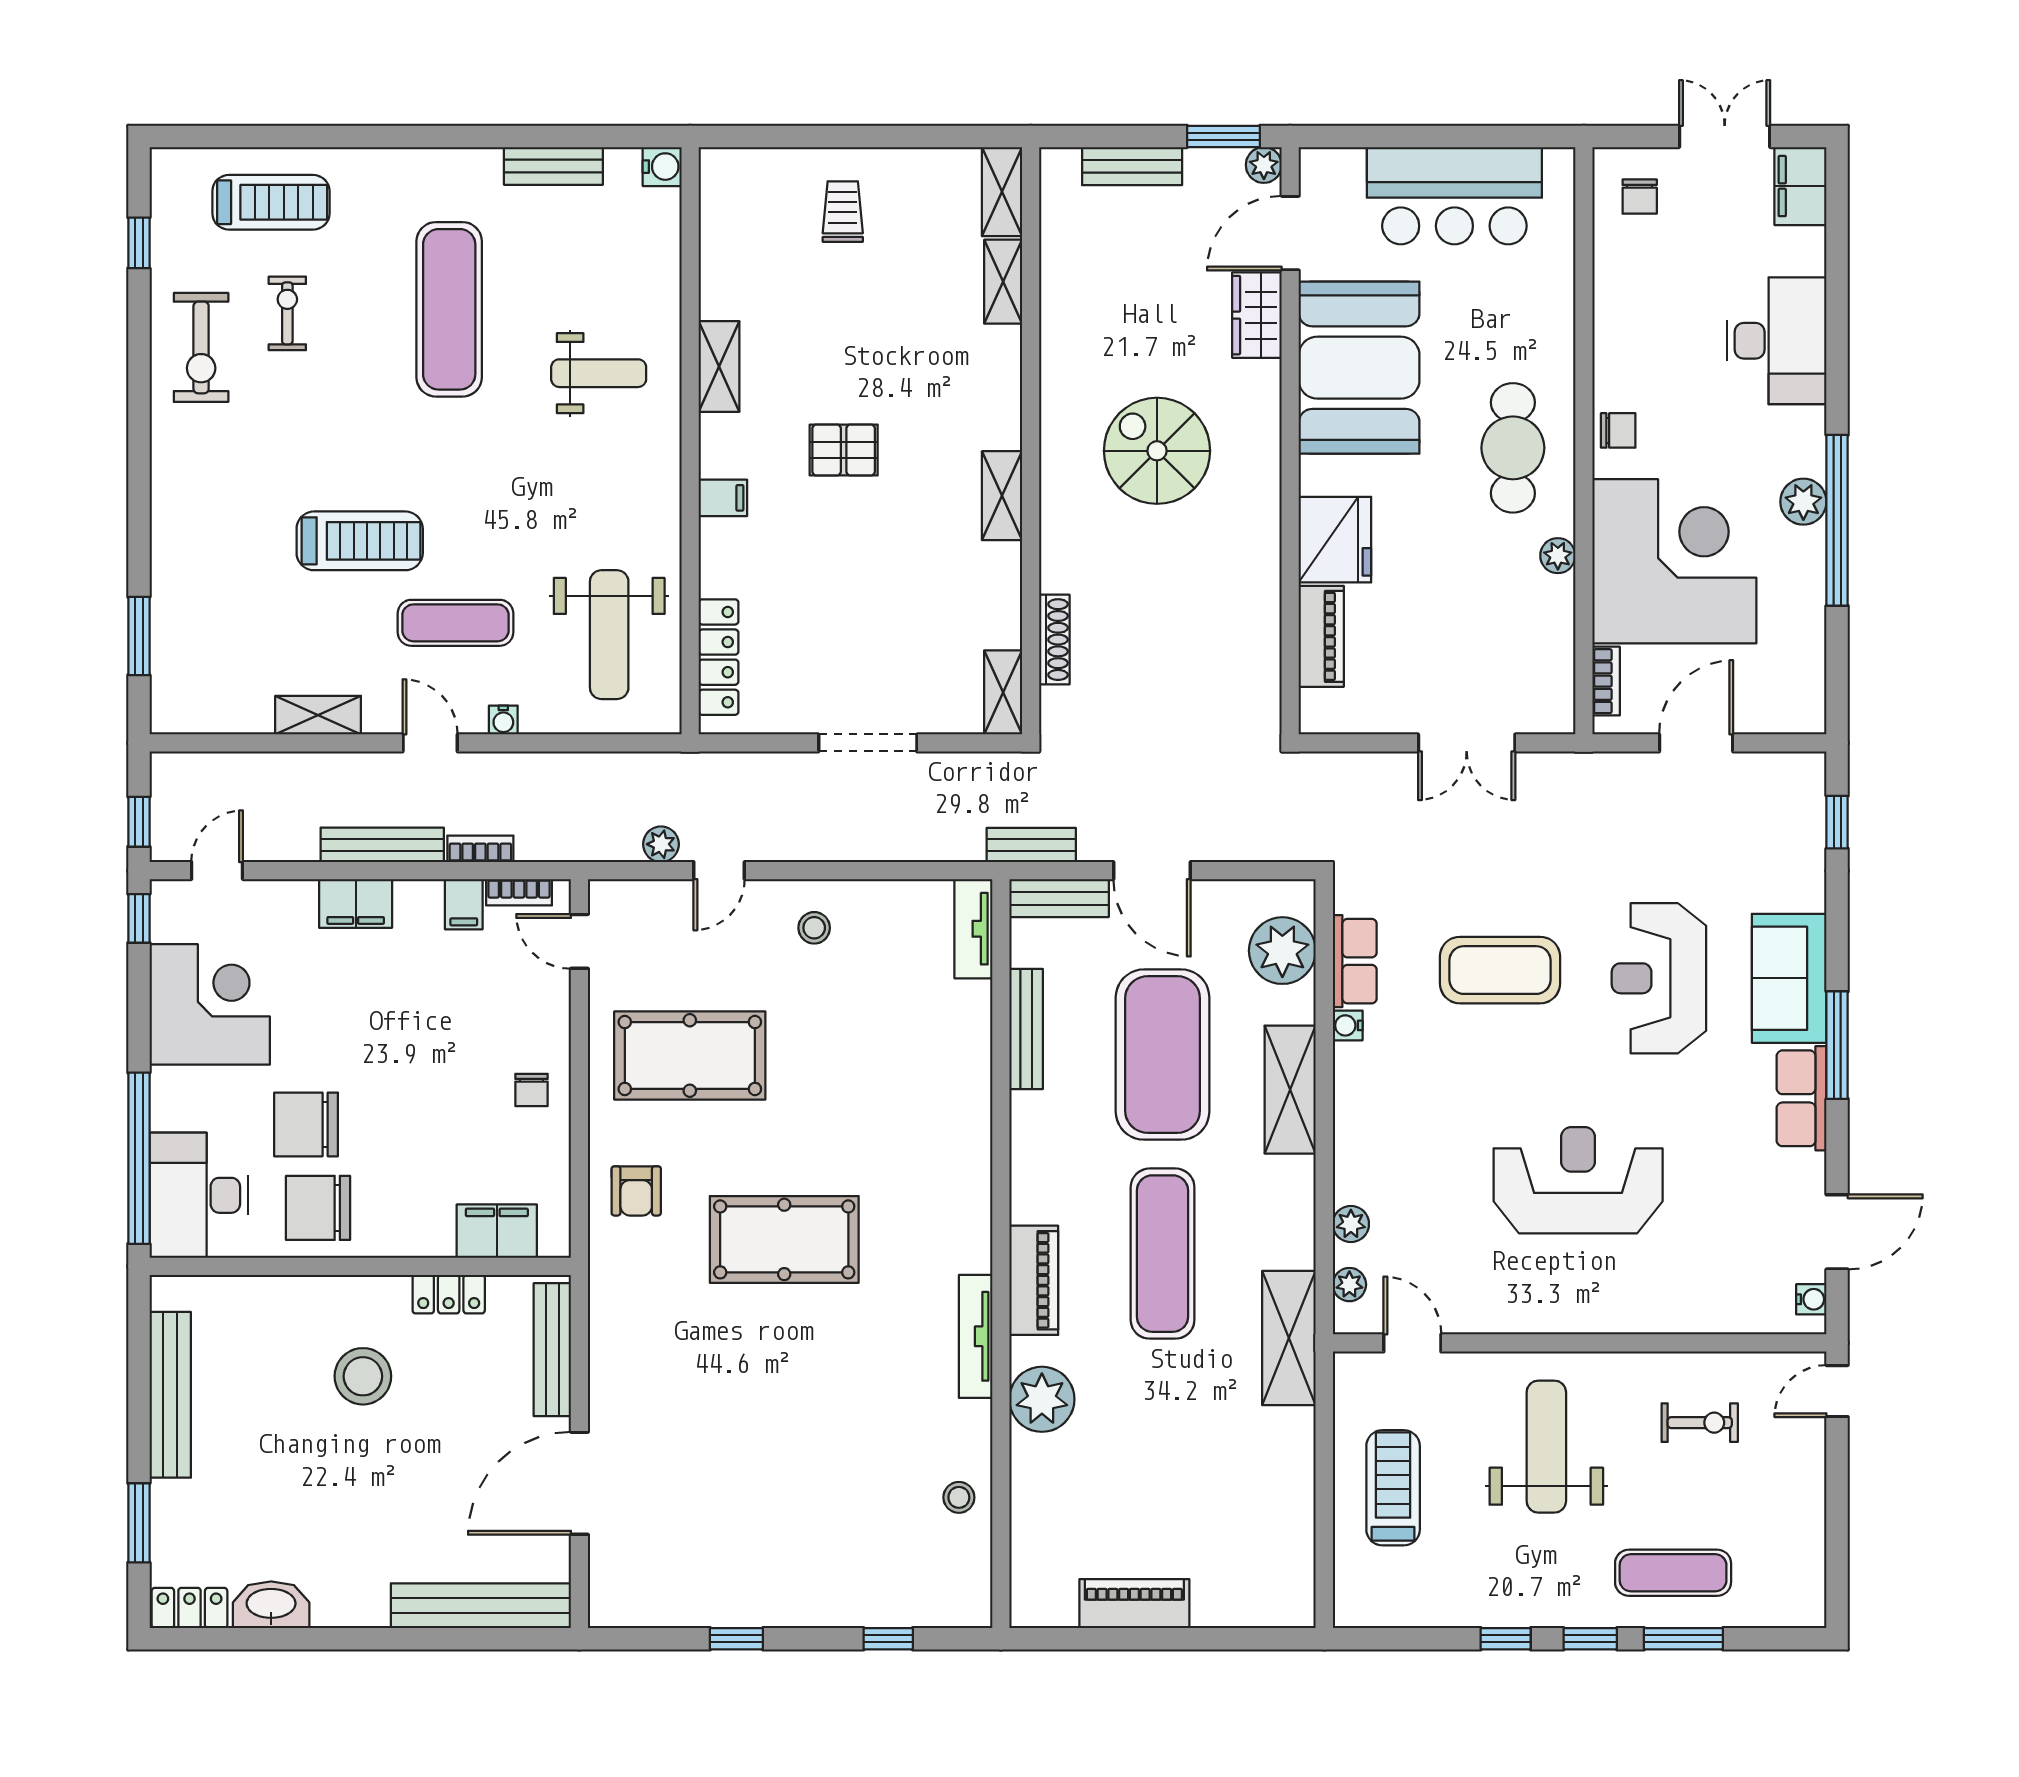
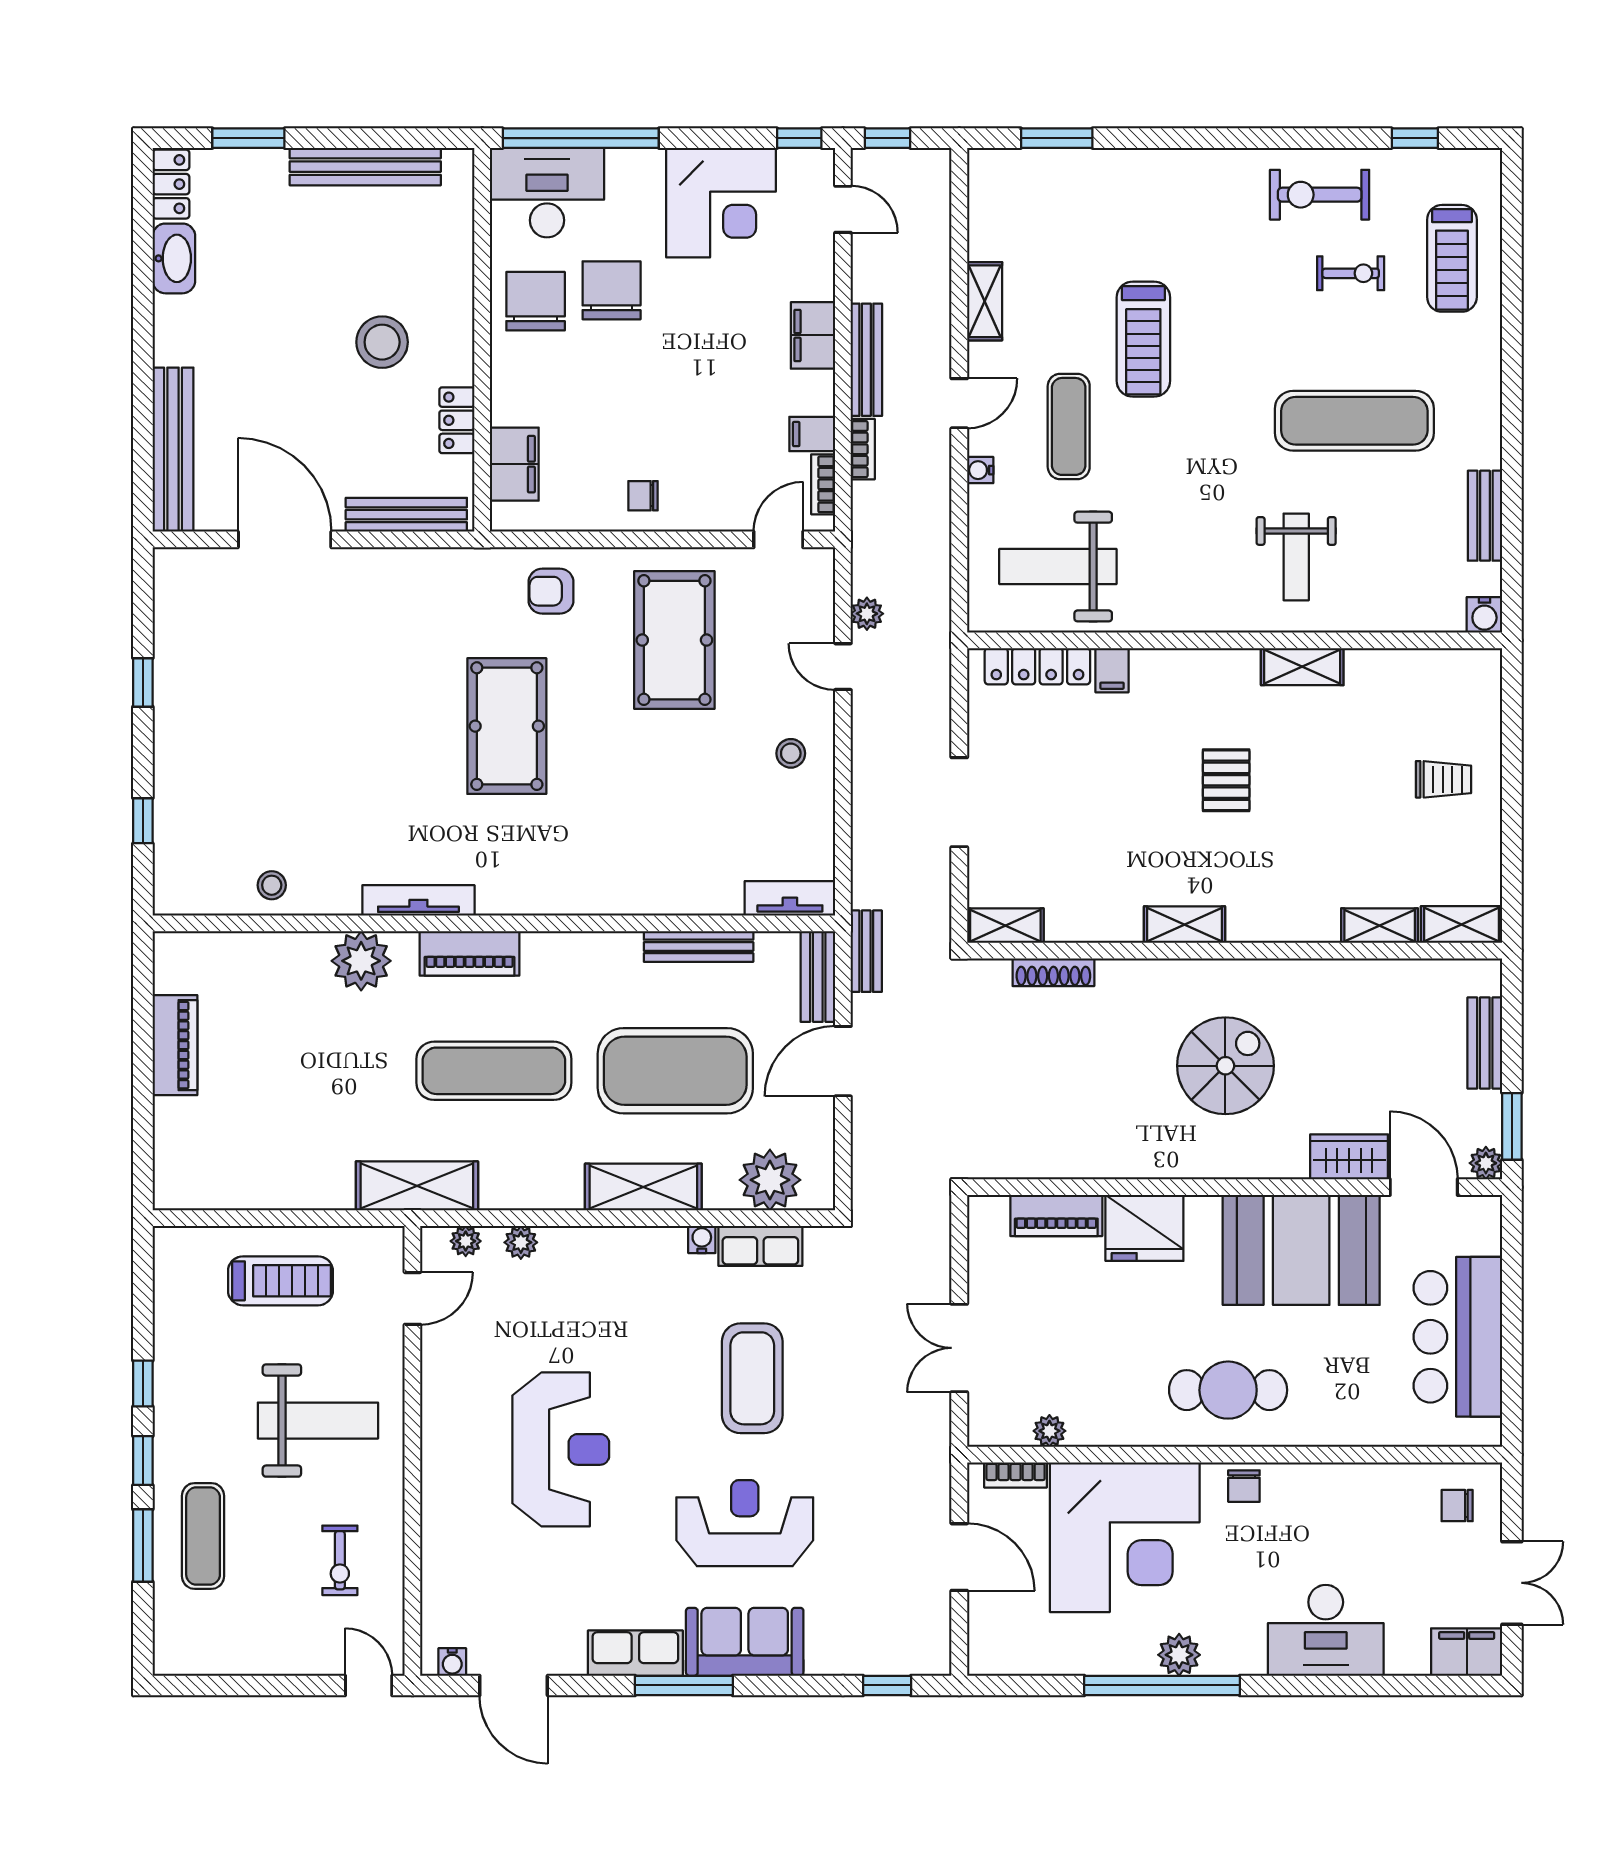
filing cabinet: (723, 498) -> (1112, 670), moved
plant: (1558, 556) -> (1049, 1431), moved

